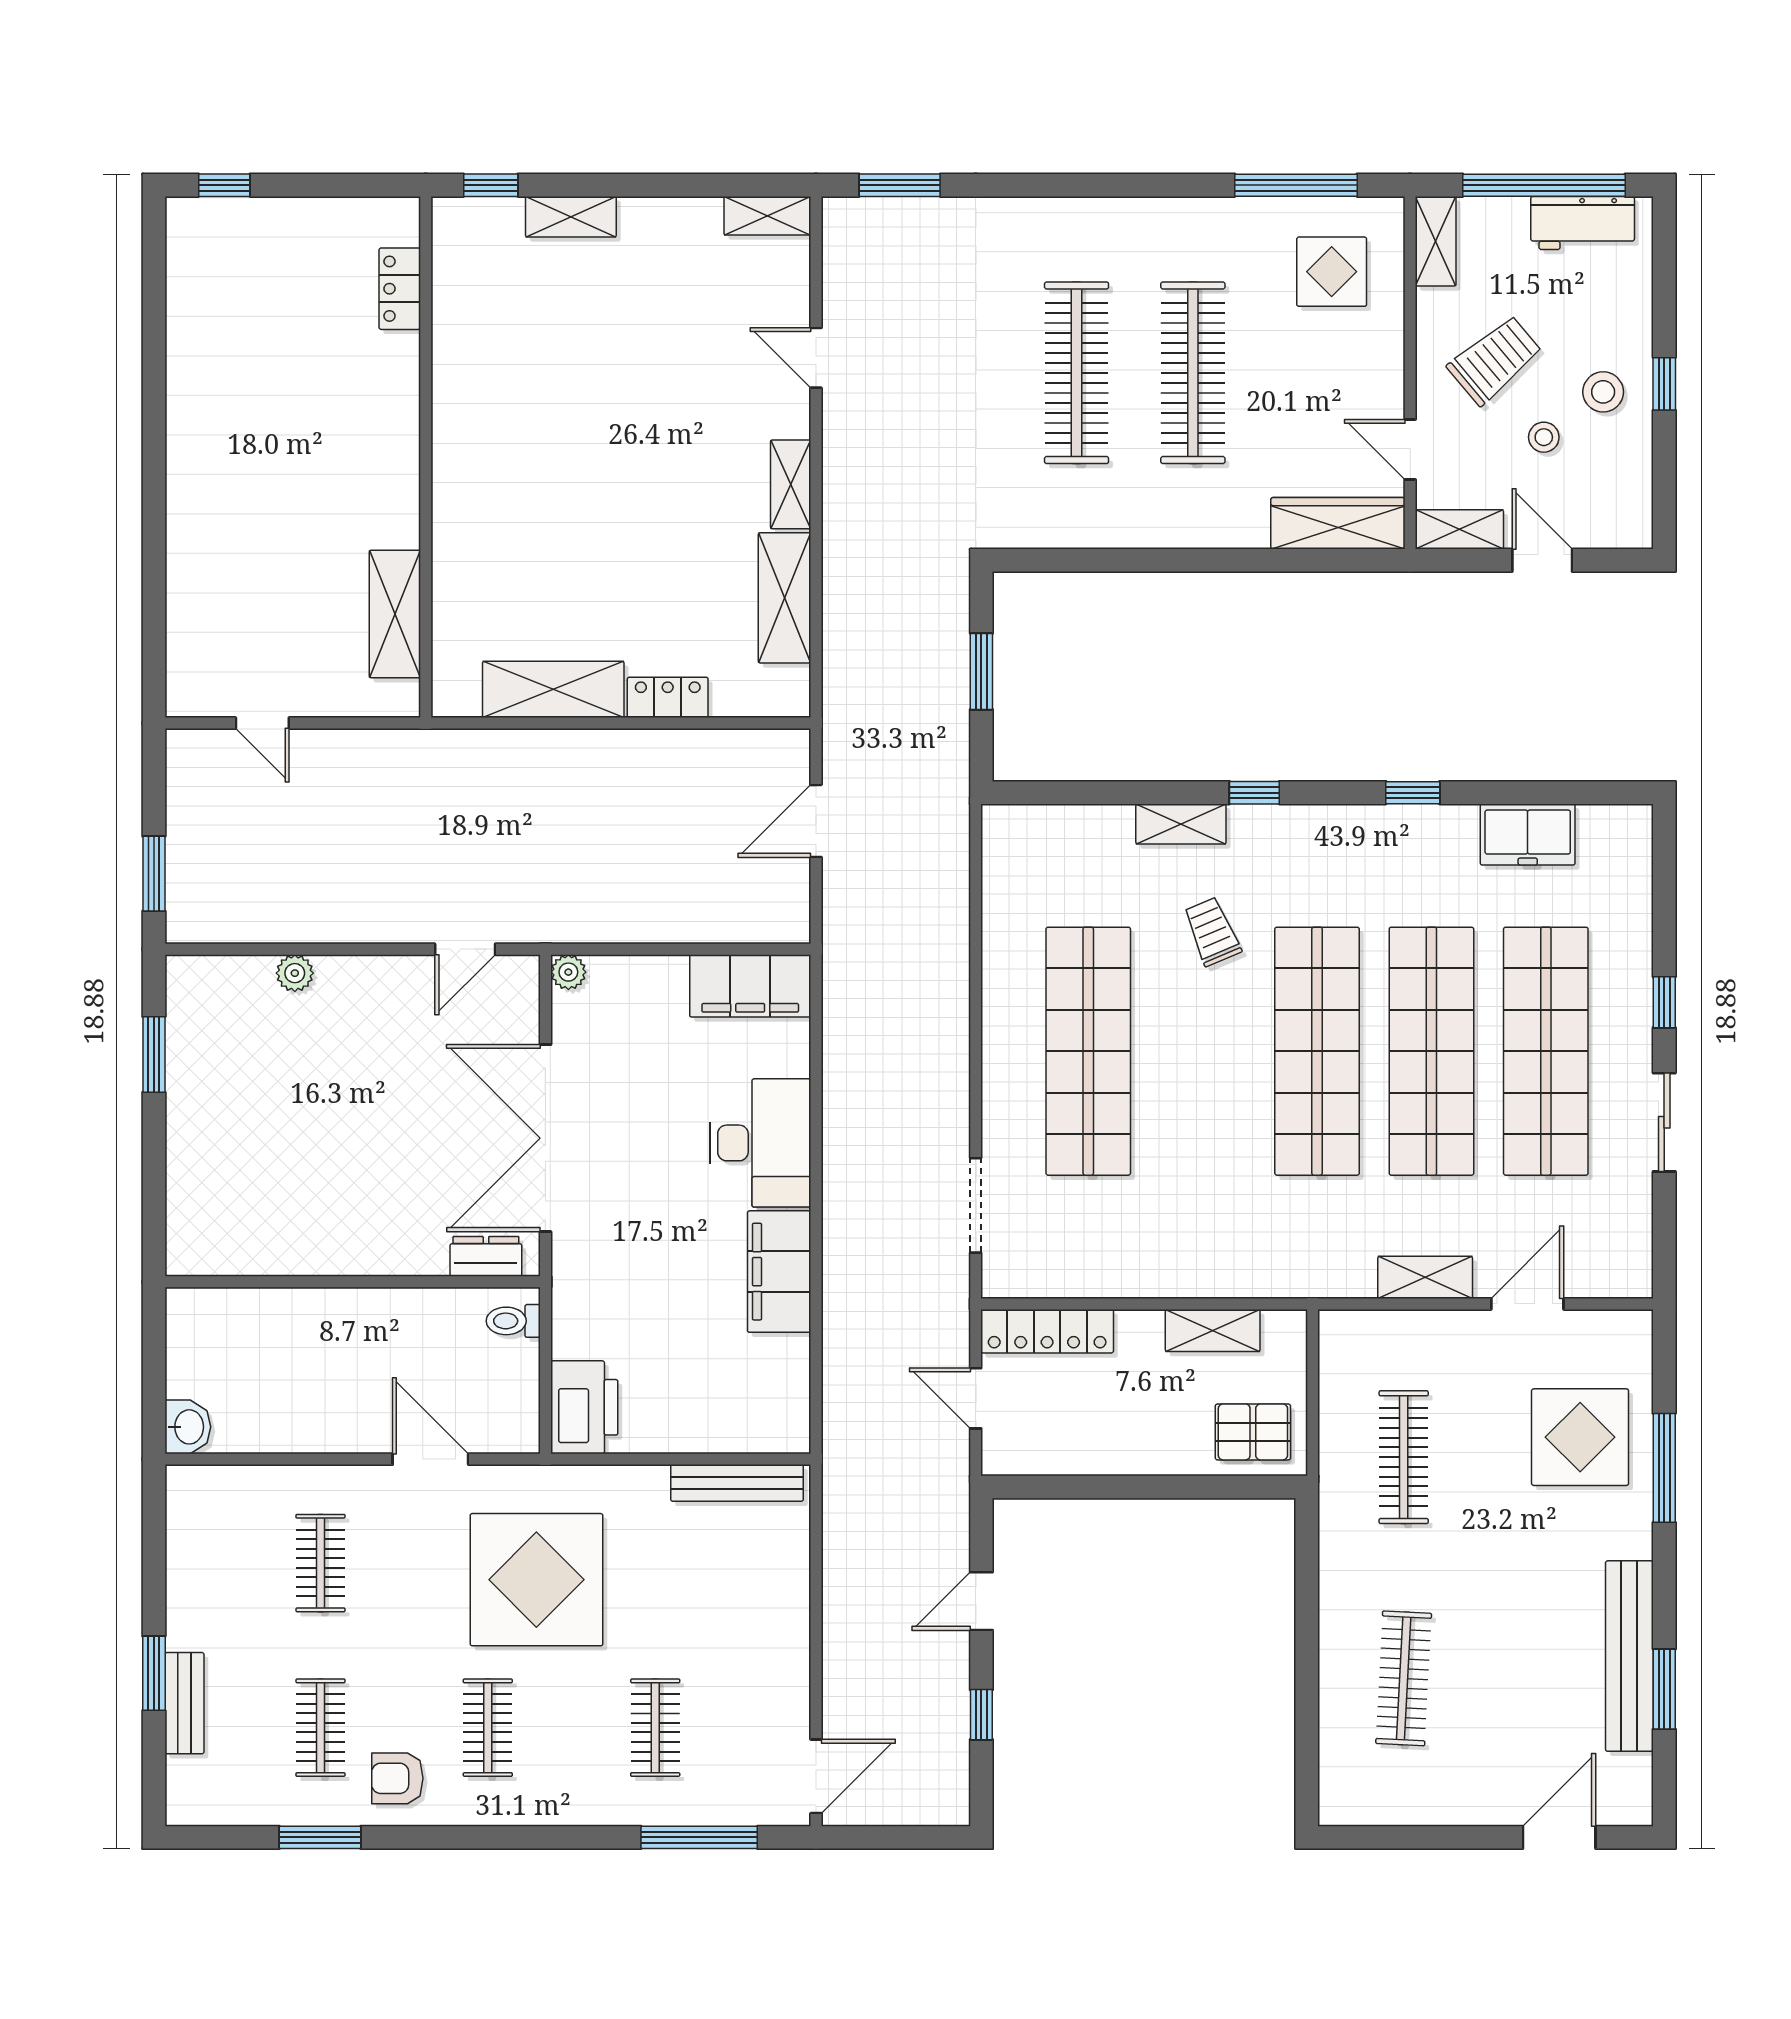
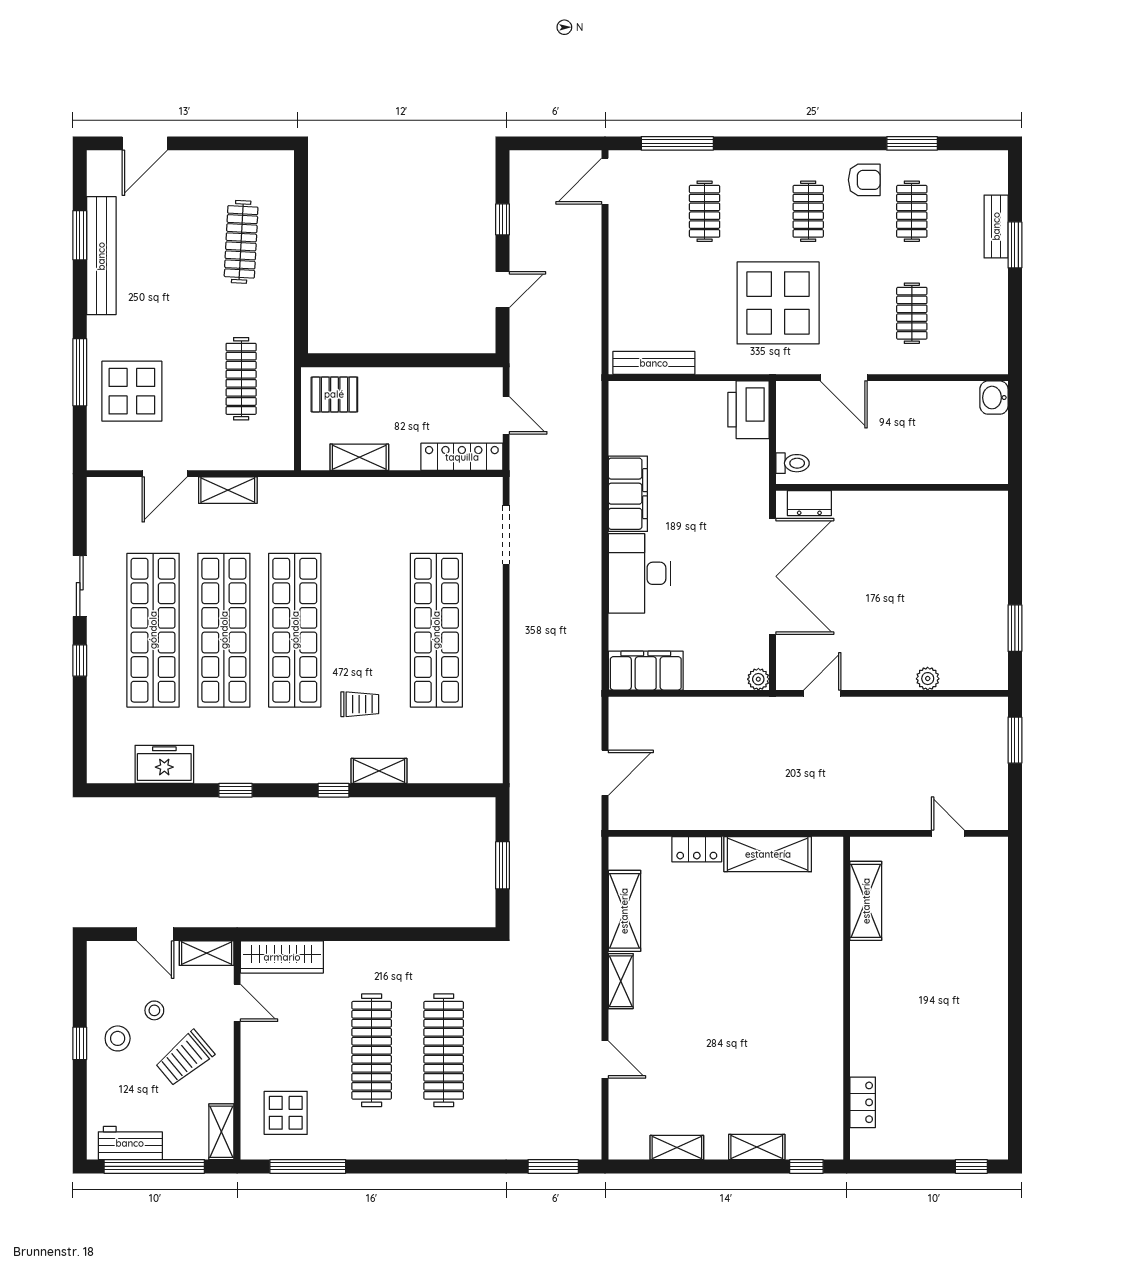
shelving: (767, 216) -> (677, 1147), moved
trolley: (1212, 932) -> (360, 704), turned -67

